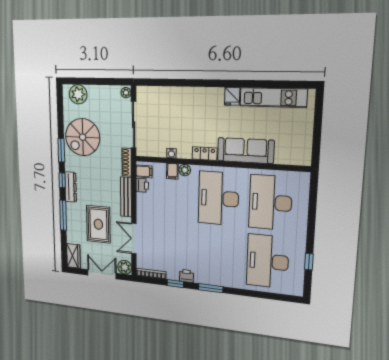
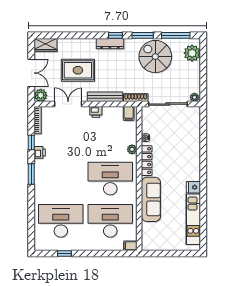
locker: (205, 154) -> (147, 161), width x1.53
filing cabinet: (172, 171) -> (130, 246), moved
printer: (142, 185) -> (96, 112), moved
window: (63, 215) -> (176, 35), moved

